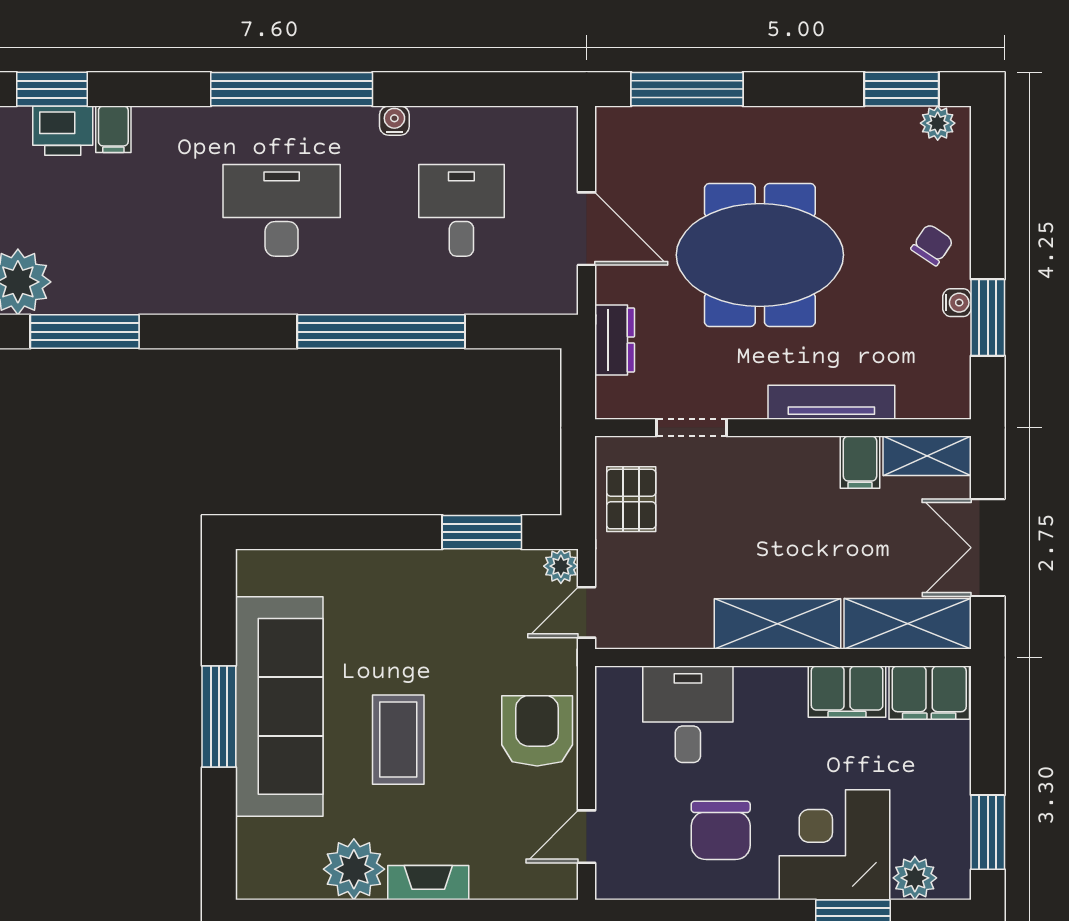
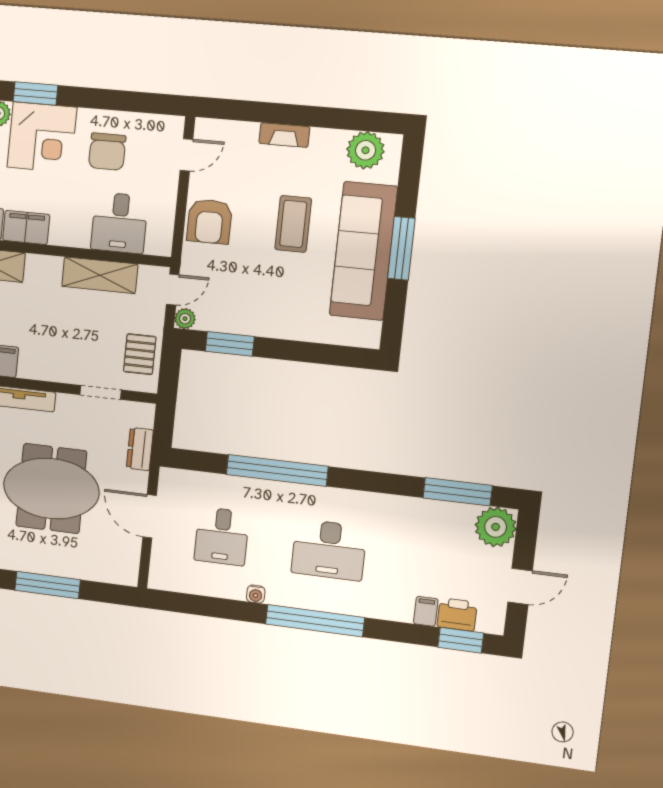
window: (687, 89) -> (47, 585), moved
shelving: (778, 624) -> (100, 275), moved
chair: (721, 830) -> (107, 152), turned 180
plant: (354, 869) -> (366, 150), moved

